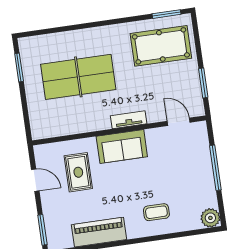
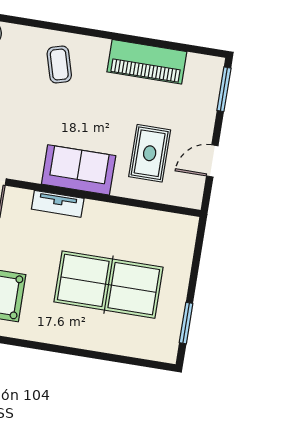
door: (35, 180) -> (212, 161), hinge flipped
coffee table: (156, 212) -> (59, 64), turned 74

